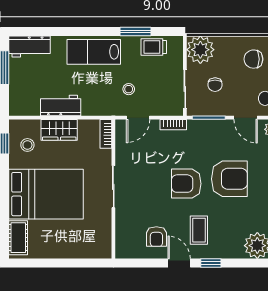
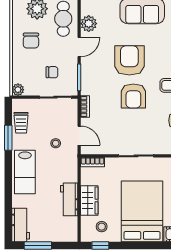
plant: (200, 50) -> (18, 90), width x0.53, depth x0.53

